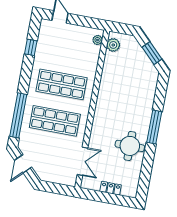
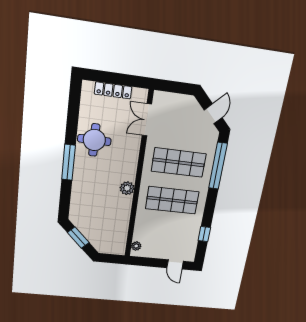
plant: (113, 45) -> (127, 188), moved
locker: (111, 188) -> (113, 90), width x1.53

